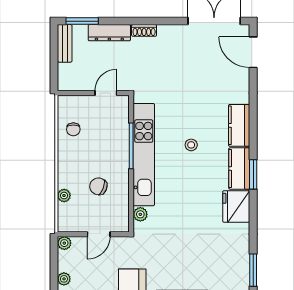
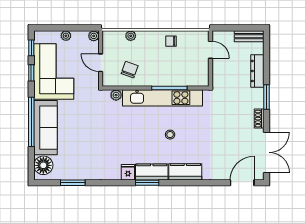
window: (82, 21) -> (266, 97), moved
shoe rack: (144, 30) -> (259, 119), moved
door: (106, 93) -> (210, 50), moved
chair: (73, 129) -> (171, 41), moved
chair: (98, 186) -> (130, 70), moved
fridge: (236, 207) -> (128, 172), width x0.53, depth x0.75

